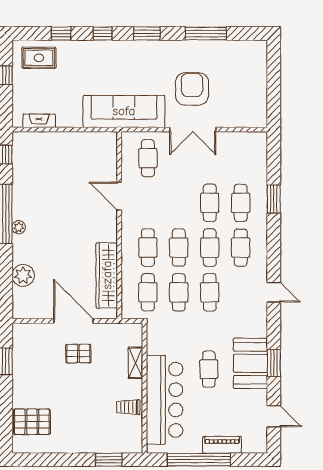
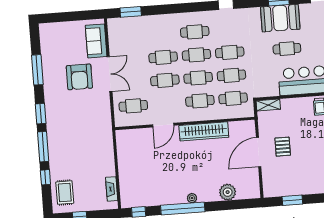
window: (103, 33) -> (43, 147), width x2.17
armchair: (192, 89) -> (79, 77), turned -90
sofa: (124, 111) -> (96, 41), moved, width x0.54, depth x0.79
window: (274, 199) -> (131, 12), moved
cafe table: (241, 203) -> (165, 80), moved
wardrobe: (107, 275) -> (204, 131), moved
shelving: (135, 363) -> (268, 105), moved

